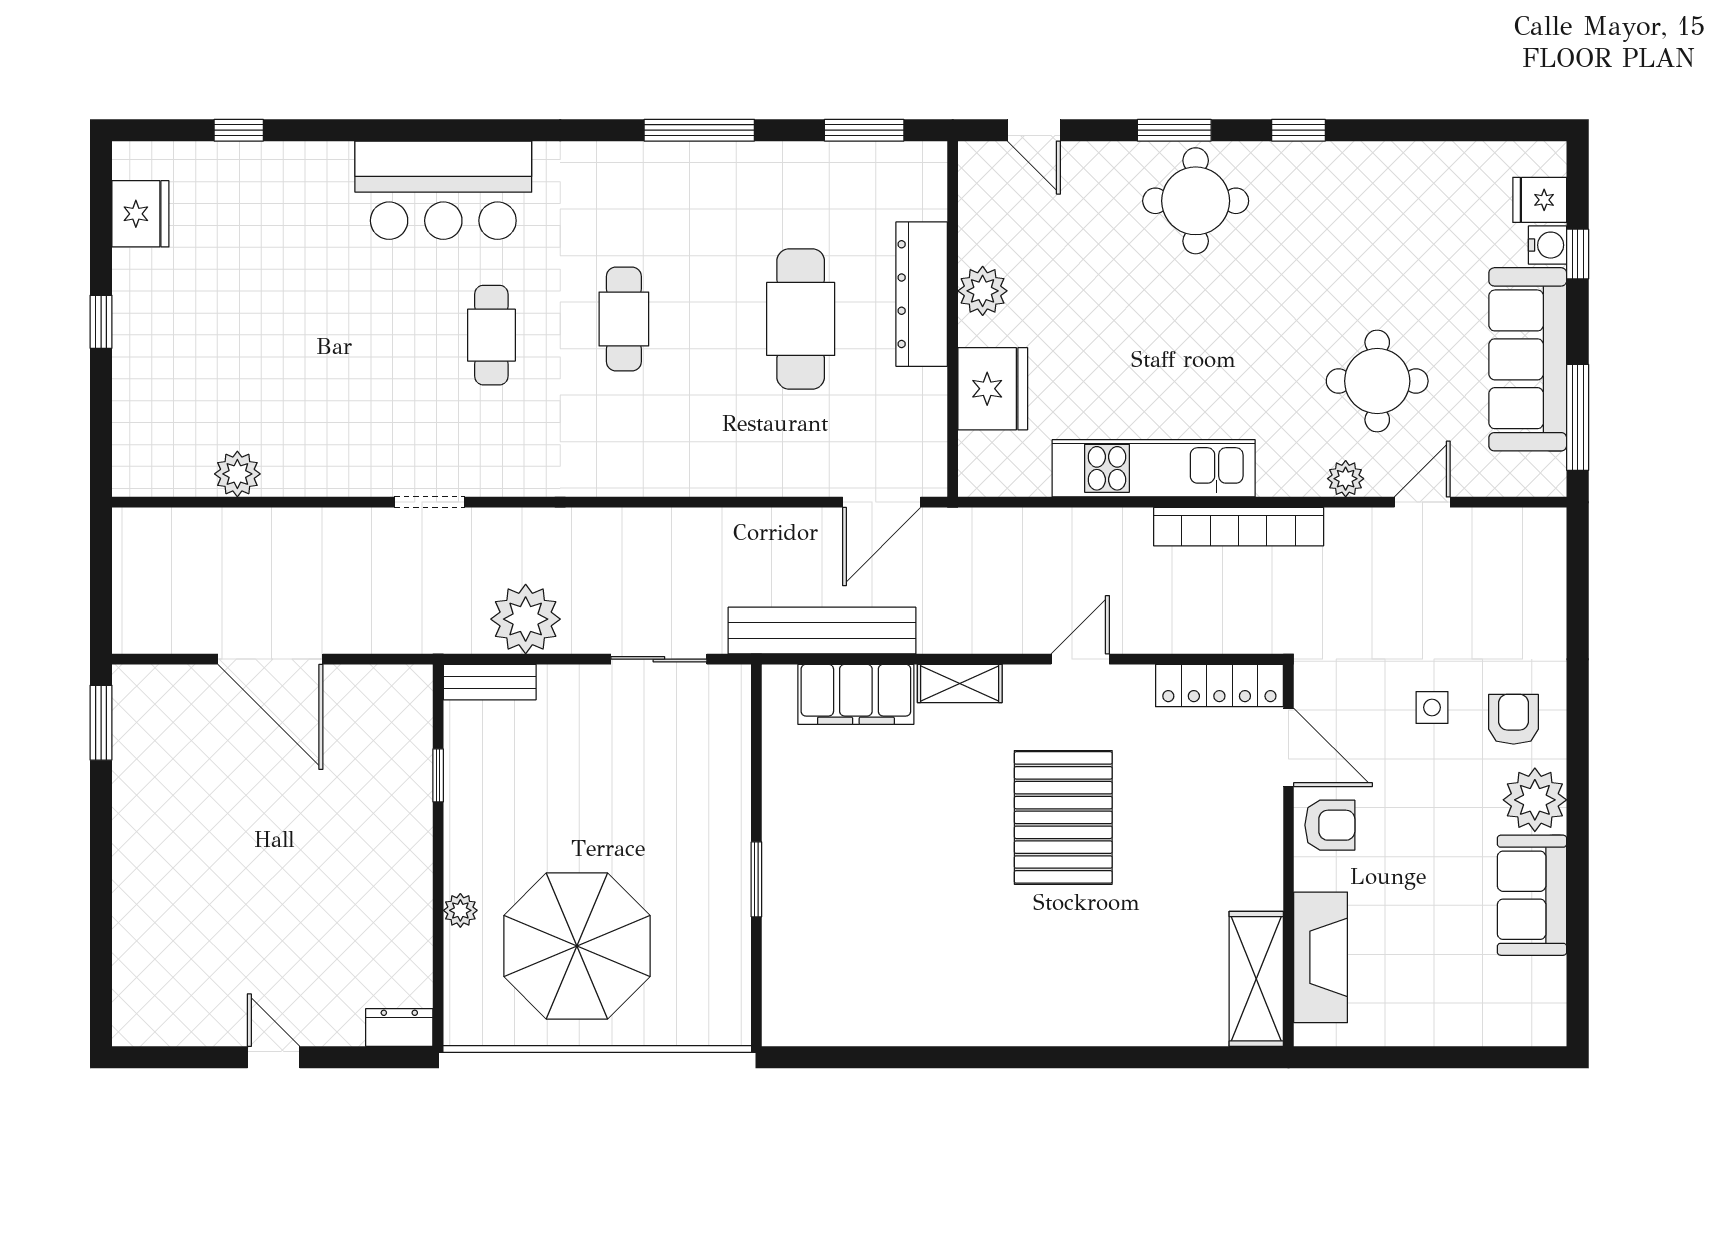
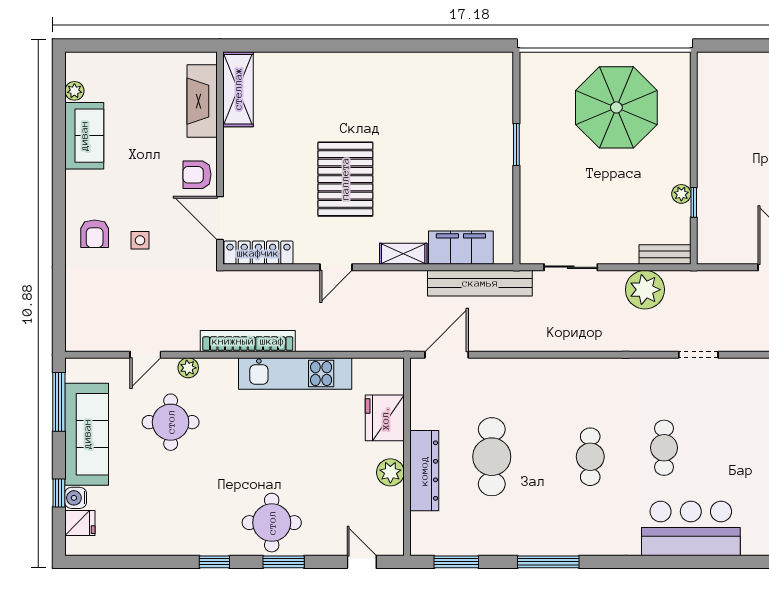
plant: (1535, 800) -> (74, 91), moved, width x0.53, depth x0.53
plant: (460, 910) -> (681, 194), moved
dresser: (399, 1028) -> (715, 62), removed

